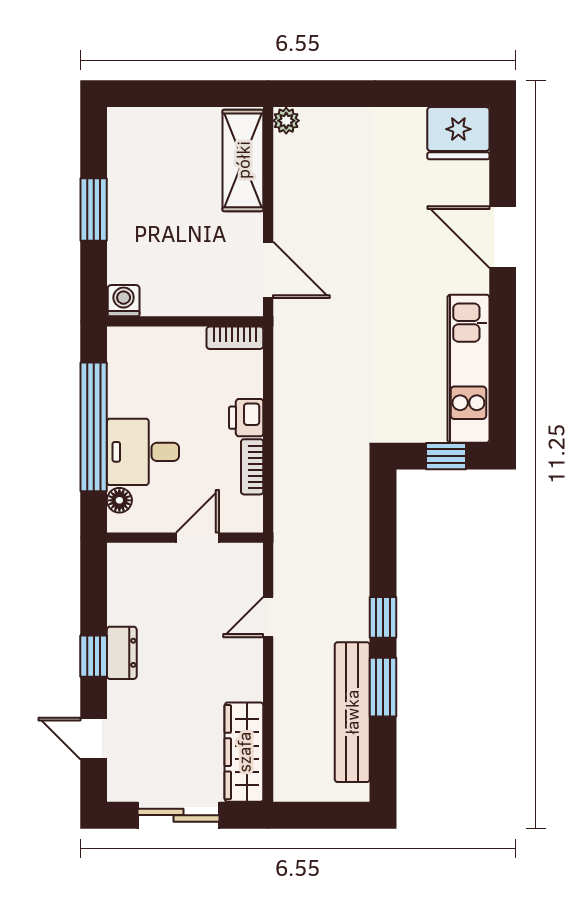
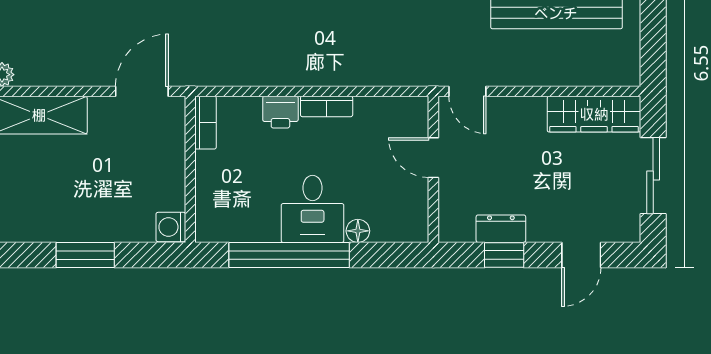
wall: (185, 538) -> (433, 169), moved
door: (198, 538) -> (433, 158), moved

